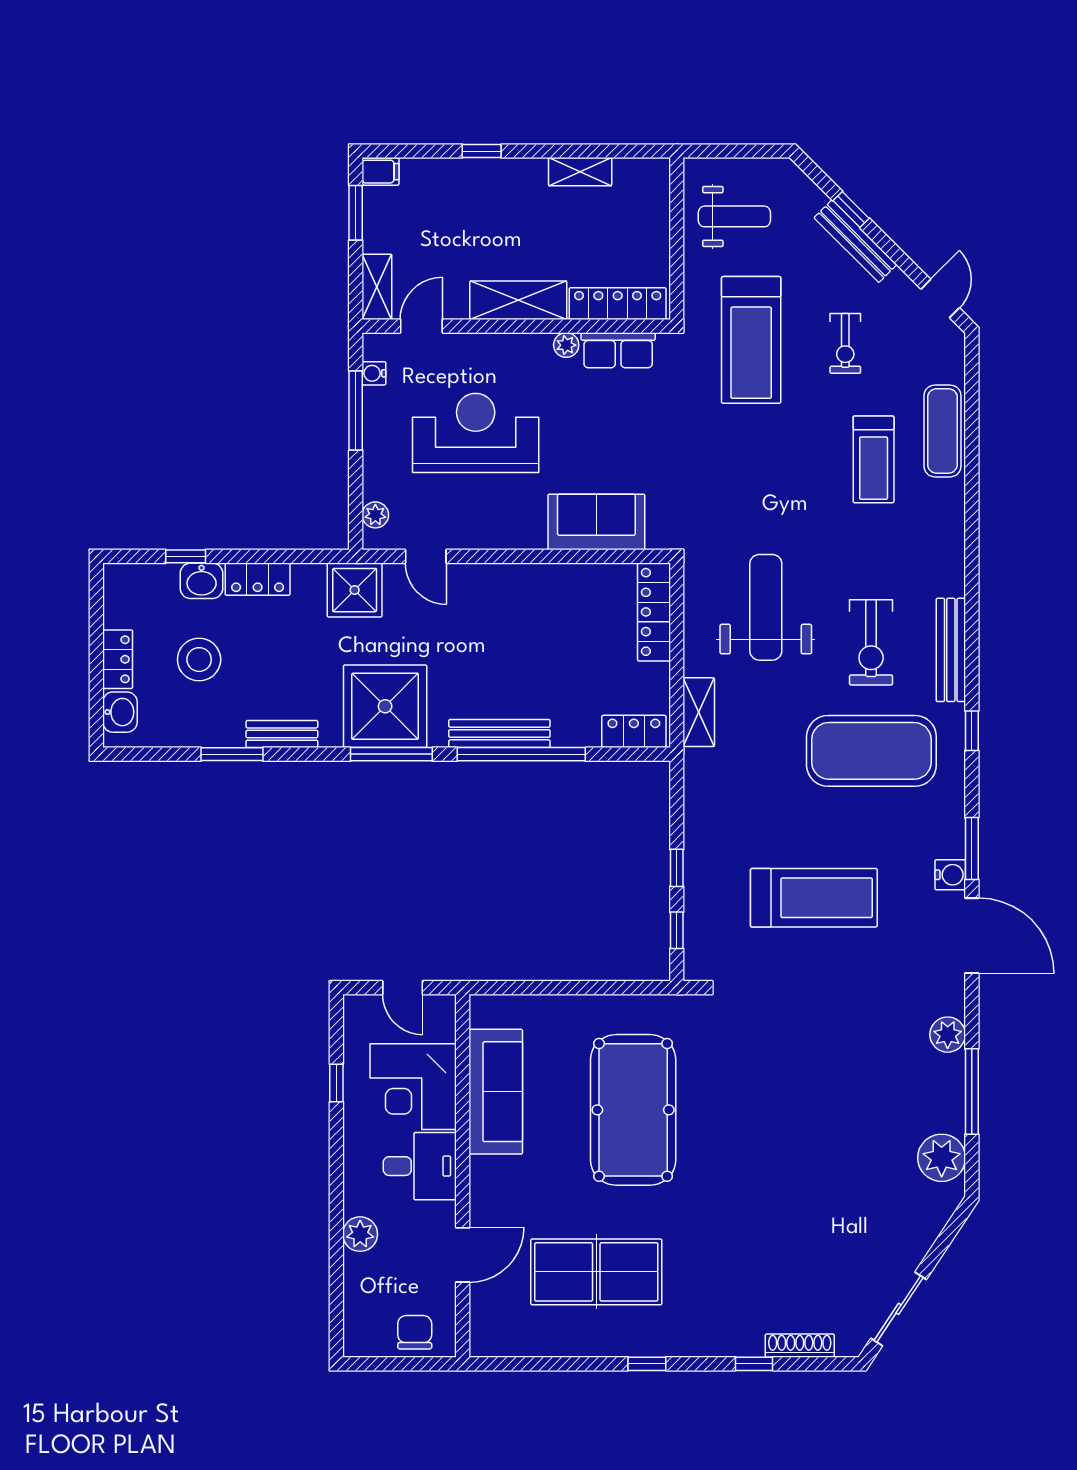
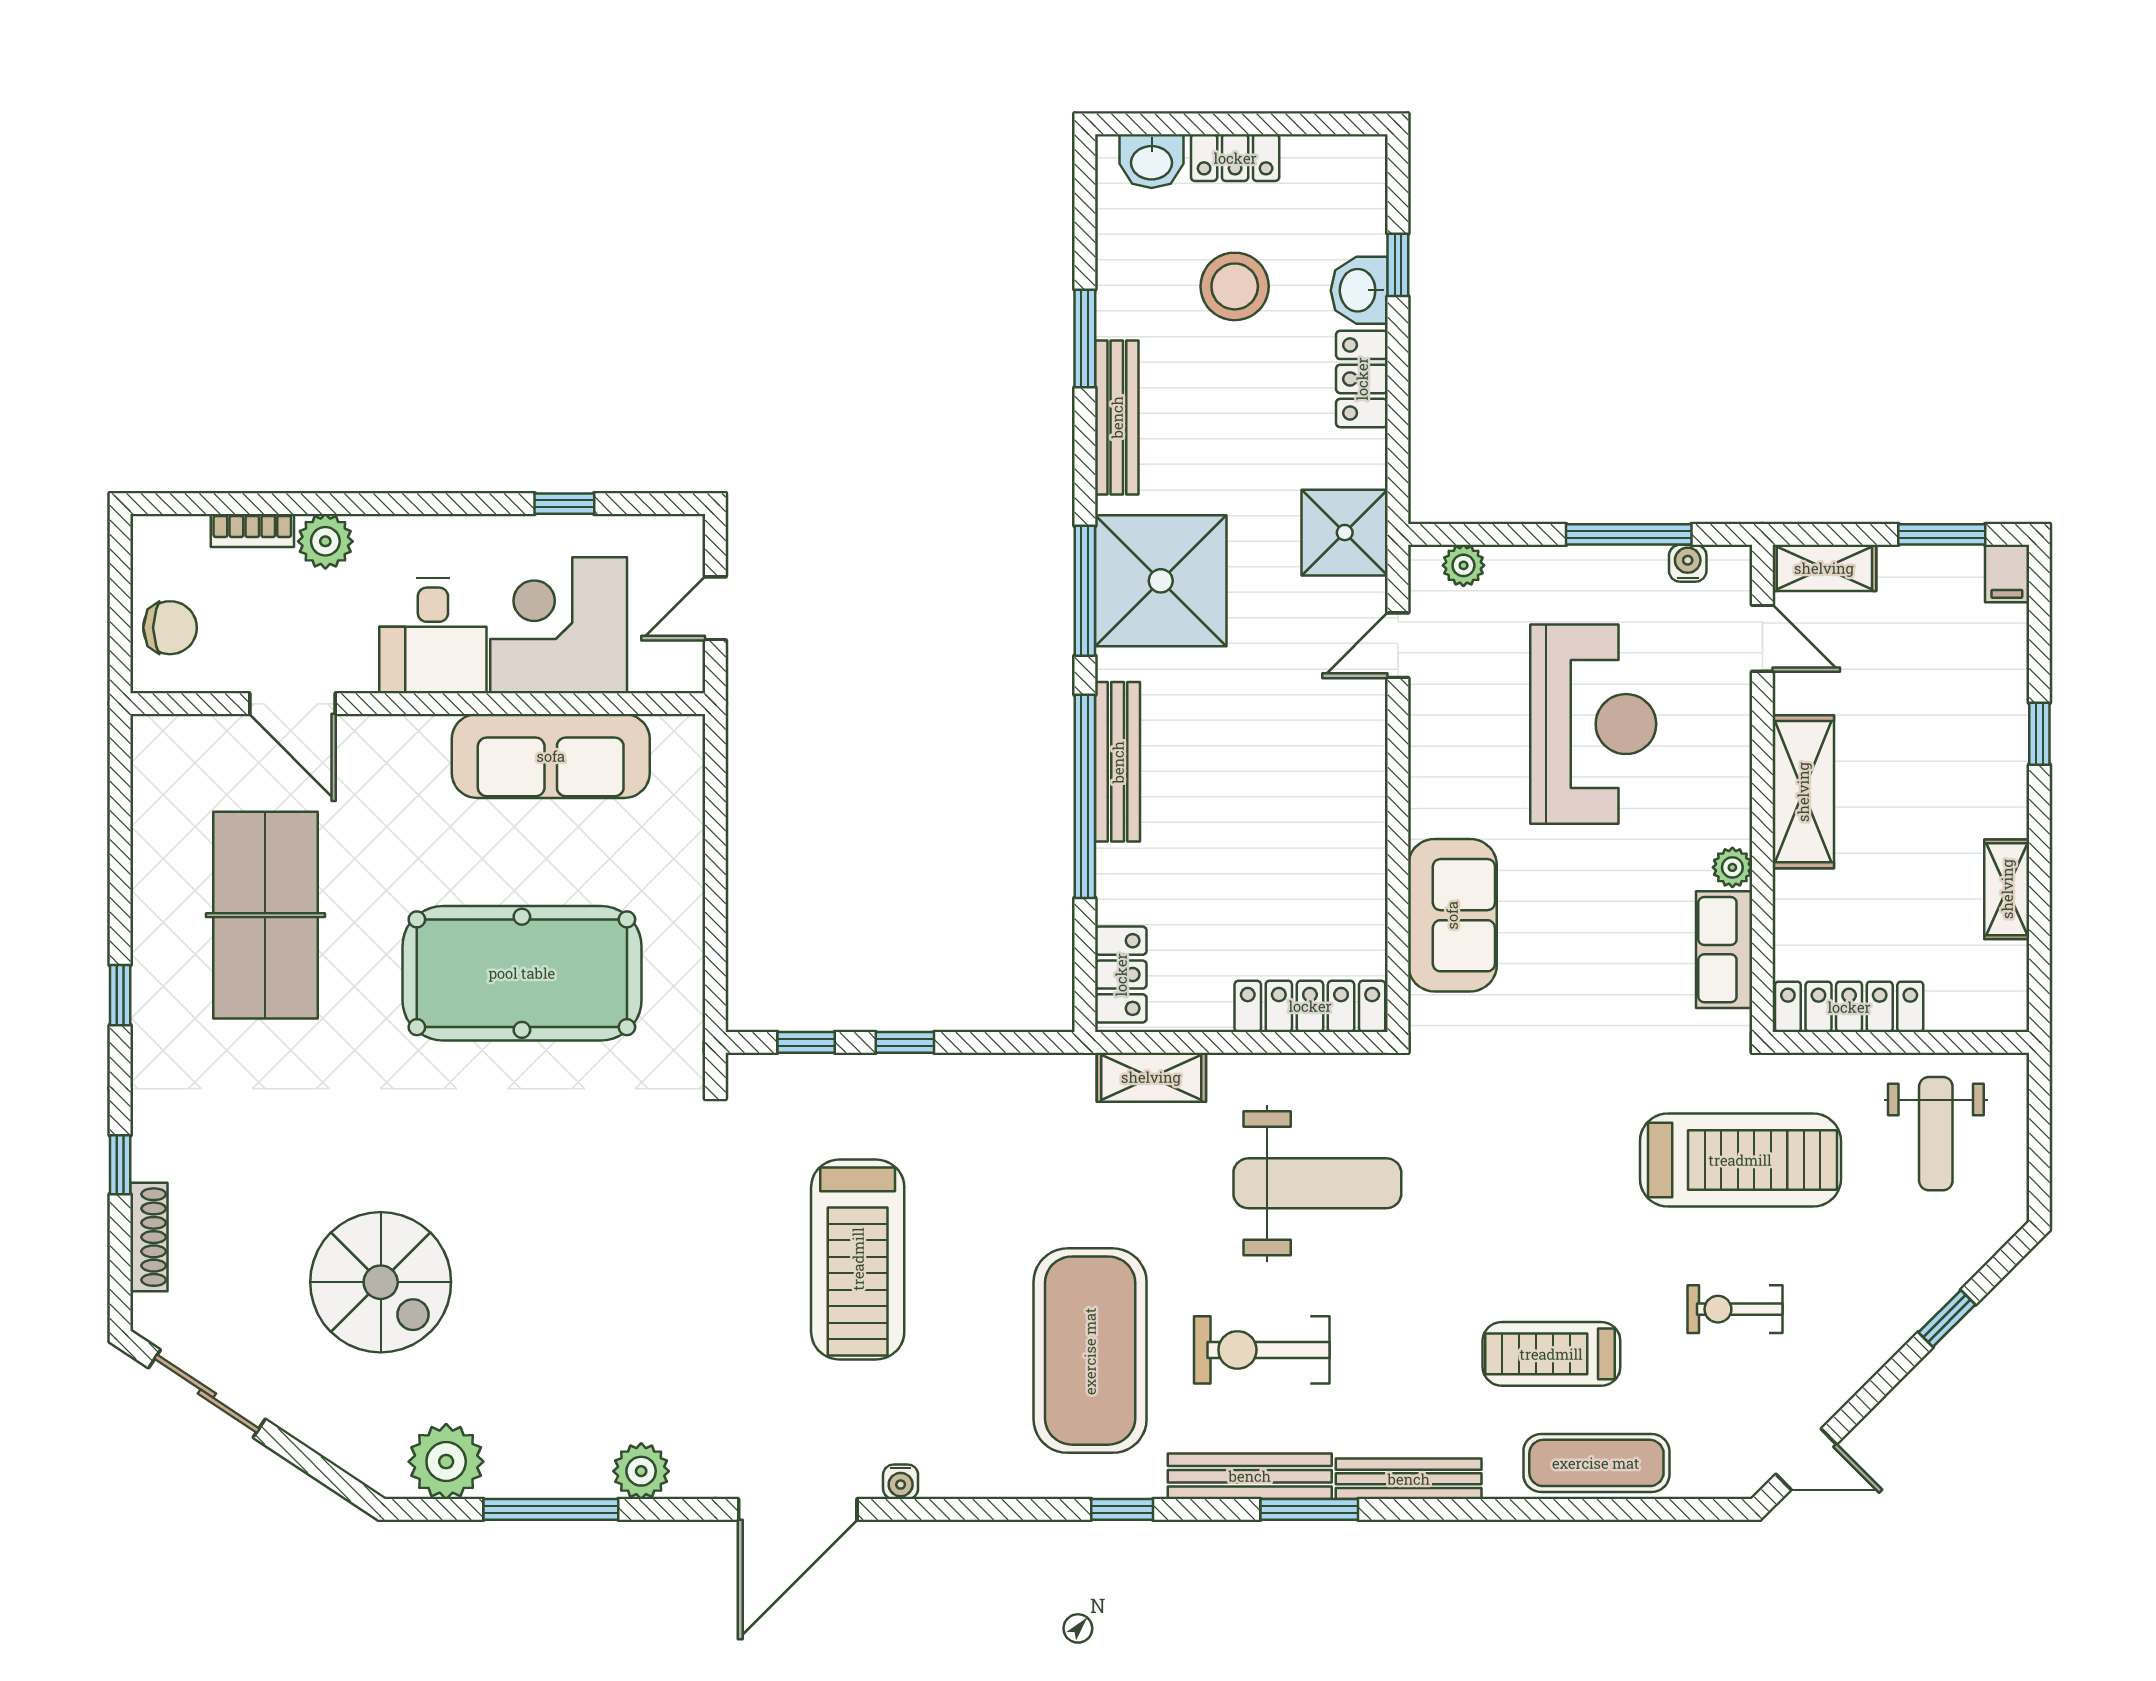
bench: (855, 241) -> (1409, 1479), moved, turned 45
locker: (618, 304) -> (1849, 1007), moved, turned -90
treadmill: (751, 340) -> (1740, 1160), turned 180
bench: (282, 734) -> (1117, 417), width x1.36
window: (972, 849) -> (1309, 1509), moved
water cooler: (950, 875) -> (901, 1482), width x0.72, depth x0.72
spiral stairs: (828, 1199) -> (381, 1282), added
bookcase: (353, 1280) -> (252, 530), added

